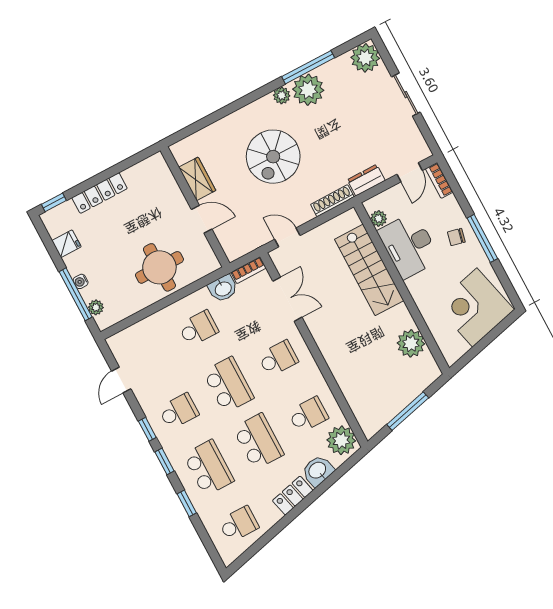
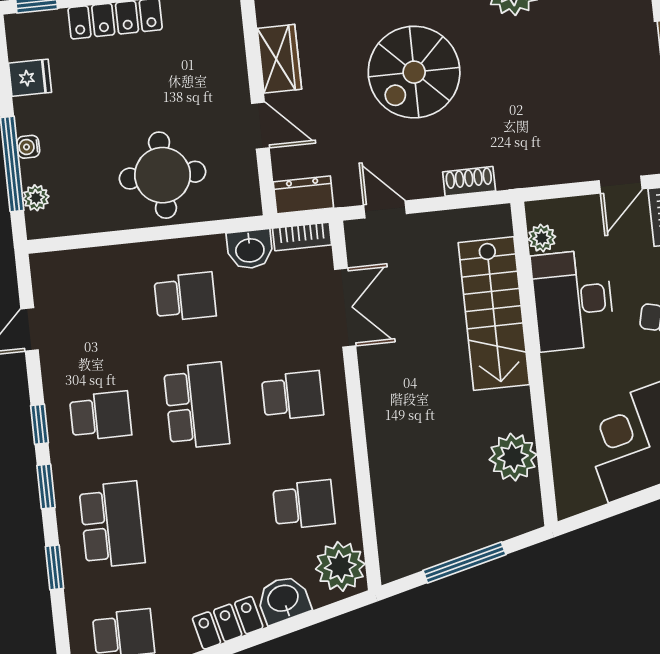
dresser: (366, 180) -> (303, 195), moved
shoe rack: (332, 201) -> (469, 181), width x0.70
school desk: (258, 441) -> (208, 515), removed

